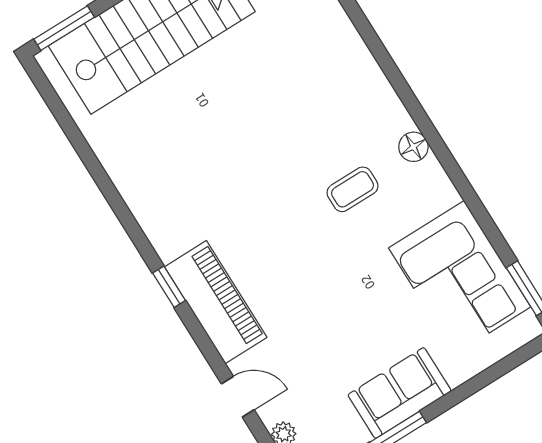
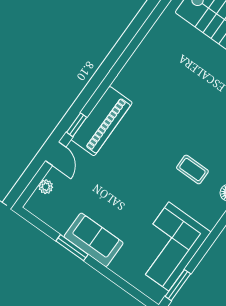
window: (169, 287) -> (77, 125), moved

